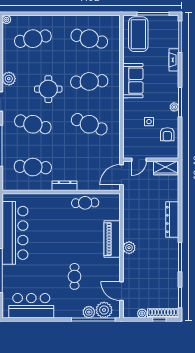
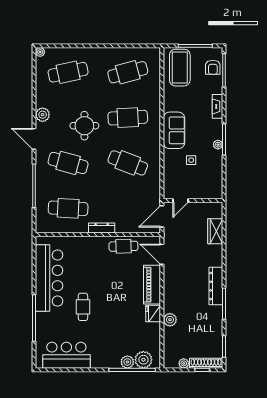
cafe table: (89, 39) -> (128, 72), turned -30
fireplace: (174, 60) -> (217, 106), moved
sofa: (133, 81) -> (174, 130), moved
armchair: (167, 134) -> (213, 67), moved
wardrobe: (166, 168) -> (215, 231), moved, turned 90
dresser: (172, 219) -> (216, 286), moved
plant: (129, 248) -> (170, 320), moved
fridge: (113, 266) -> (153, 313), added
cafe table: (74, 276) -> (83, 307), moved
door: (121, 291) -> (162, 254), moved

